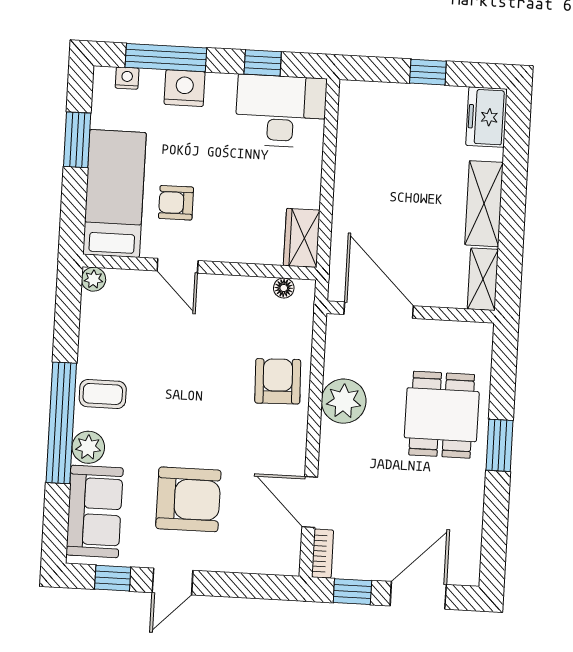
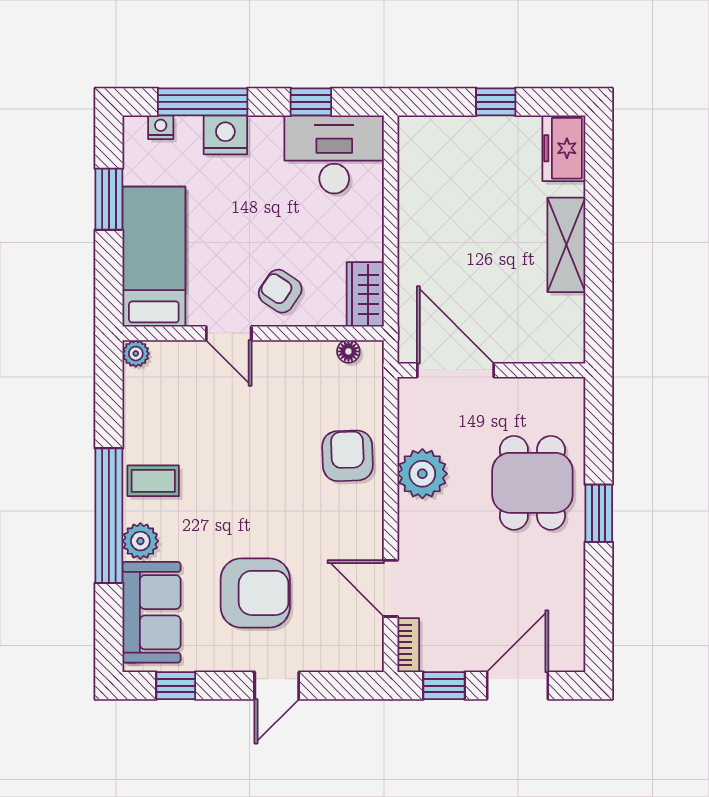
armchair: (176, 203) -> (280, 291), moved, turned 34
shelving: (483, 279) -> (570, 329), removed
door: (173, 582) -> (277, 686), moved

